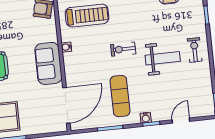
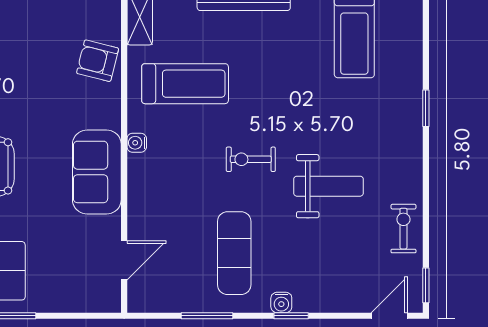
exercise bike: (195, 50) -> (403, 229), moved
door: (66, 105) -> (124, 260), width x0.53
door: (181, 121) -> (389, 316), moved

